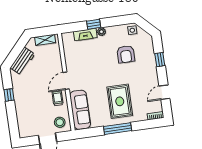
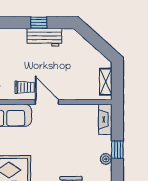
fireplace: (85, 34) -> (105, 119), moved
workbench: (23, 61) -> (44, 37), moved, turned -42

